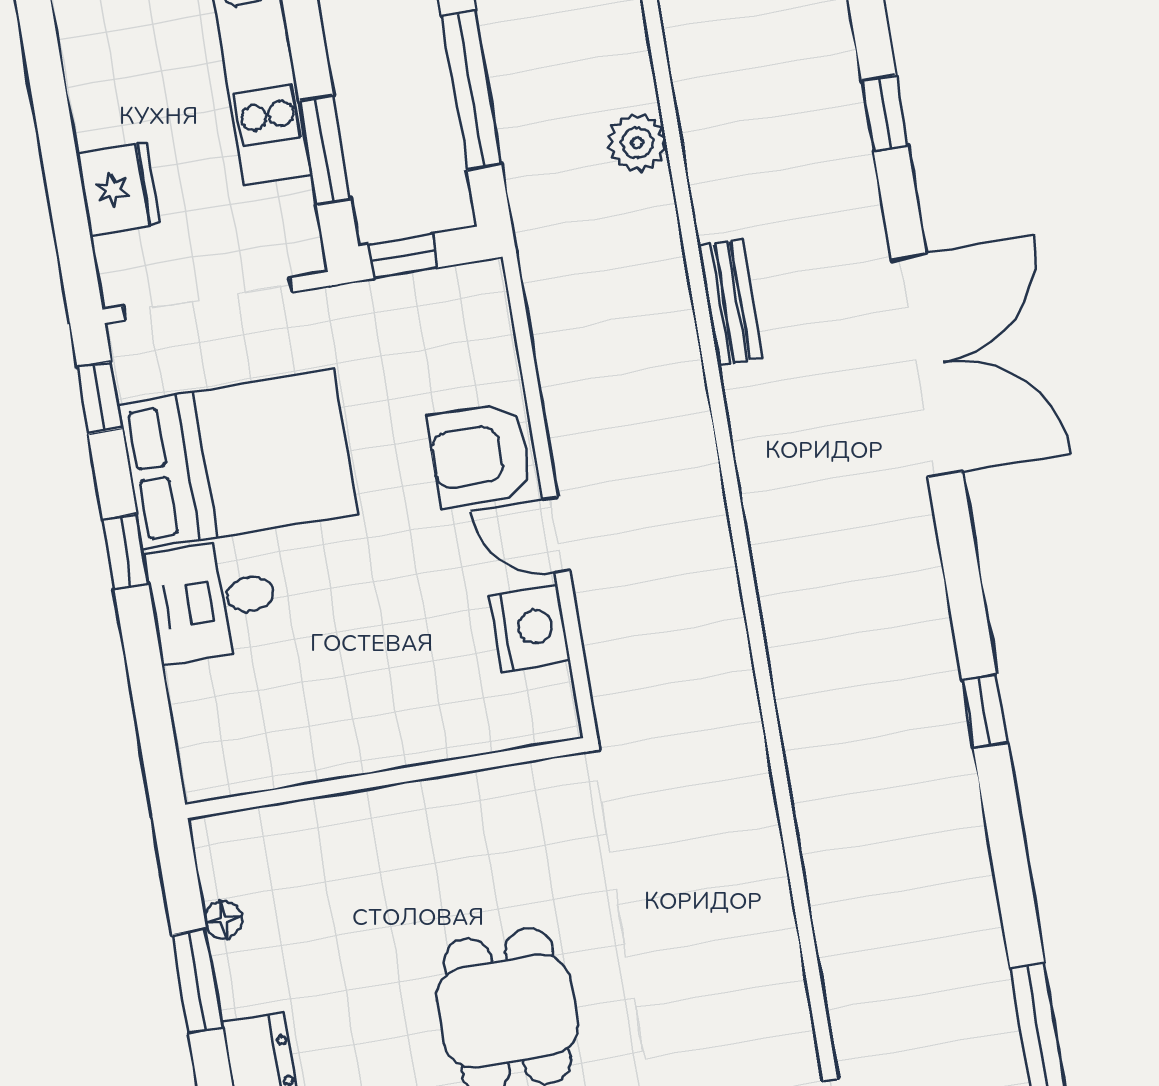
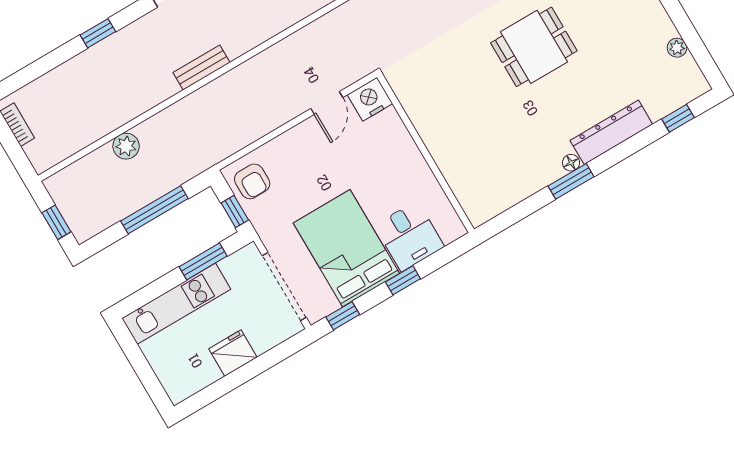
plant: (637, 143) -> (126, 146), moved
fridge: (118, 189) -> (233, 353), moved
armchair: (480, 455) -> (252, 181), moved, width x0.72, depth x0.72
wall: (385, 778) -> (426, 153), moved
floor lamp: (223, 920) -> (571, 163), moved

